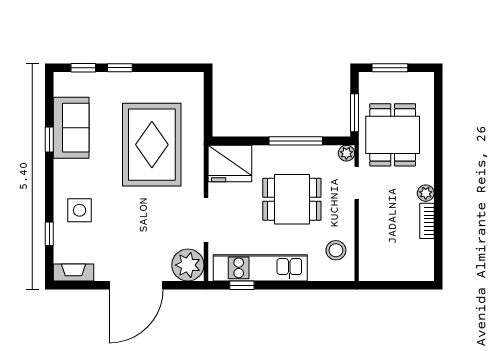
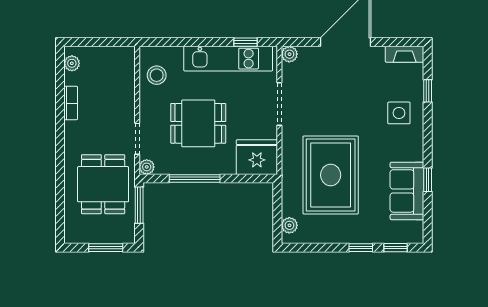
plant: (195, 91) -> (289, 225), added
plant: (426, 193) -> (72, 63), moved
plant: (188, 265) -> (289, 54), width x0.53, depth x0.53

